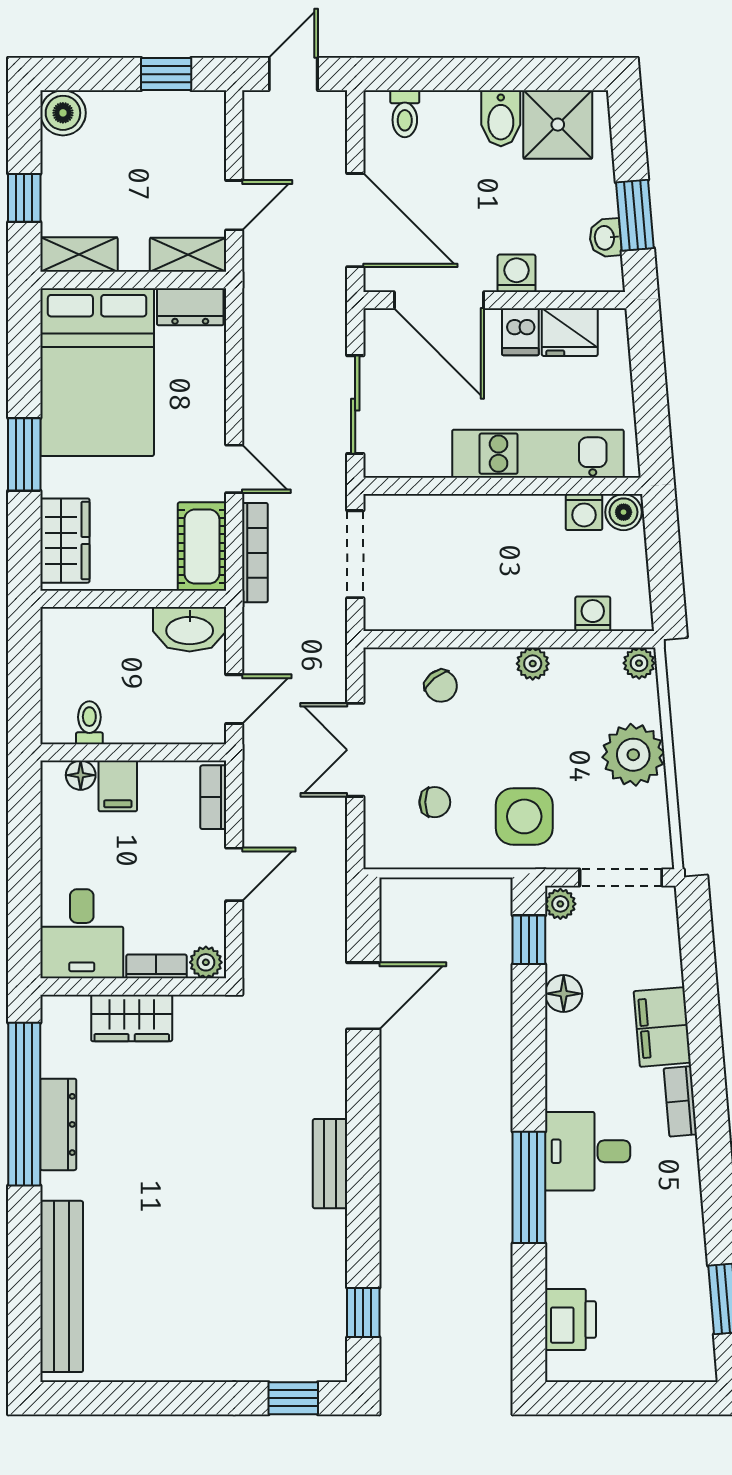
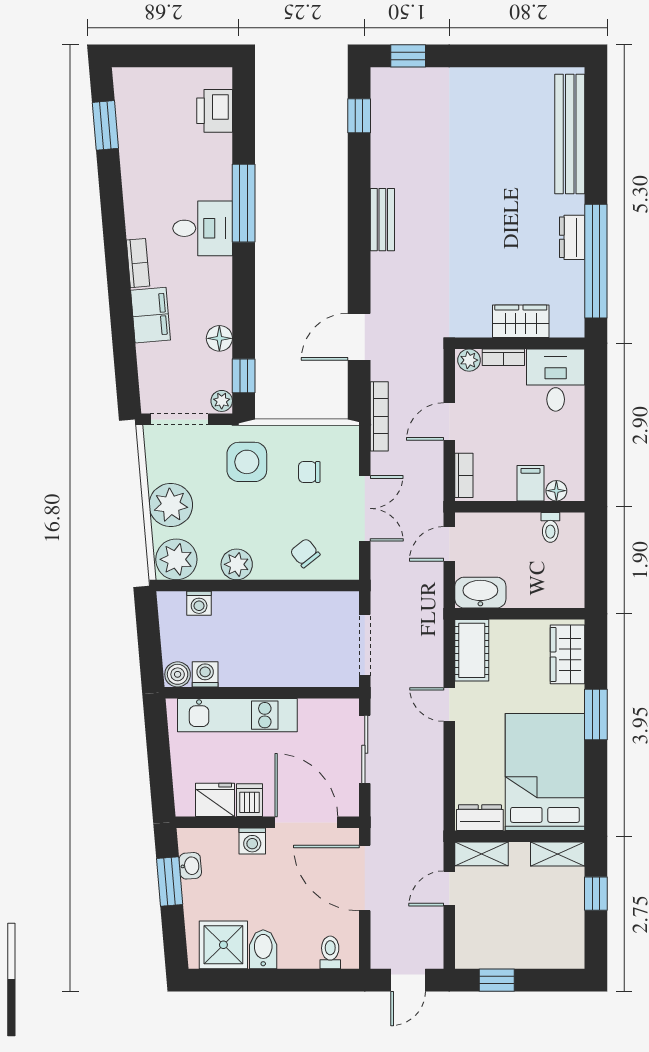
boiler: (63, 113) -> (569, 953), removed
bookcase: (255, 553) -> (379, 416), moved, turned 180
plant: (639, 663) -> (176, 559), width x1.88, depth x1.88
plant: (533, 664) -> (237, 564), width x1.38, depth x1.38
dresser: (58, 1124) -> (572, 237), width x0.70

